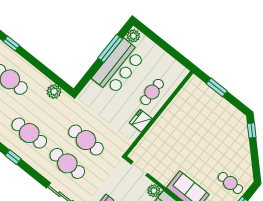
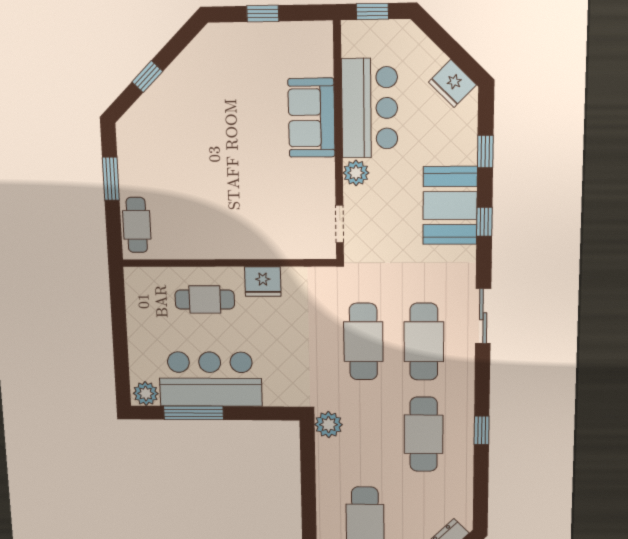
window: (217, 87) -> (111, 179), moved
plant: (54, 92) -> (329, 425), moved
window: (252, 130) -> (147, 77), moved
cafe table: (230, 183) -> (137, 225), moved

